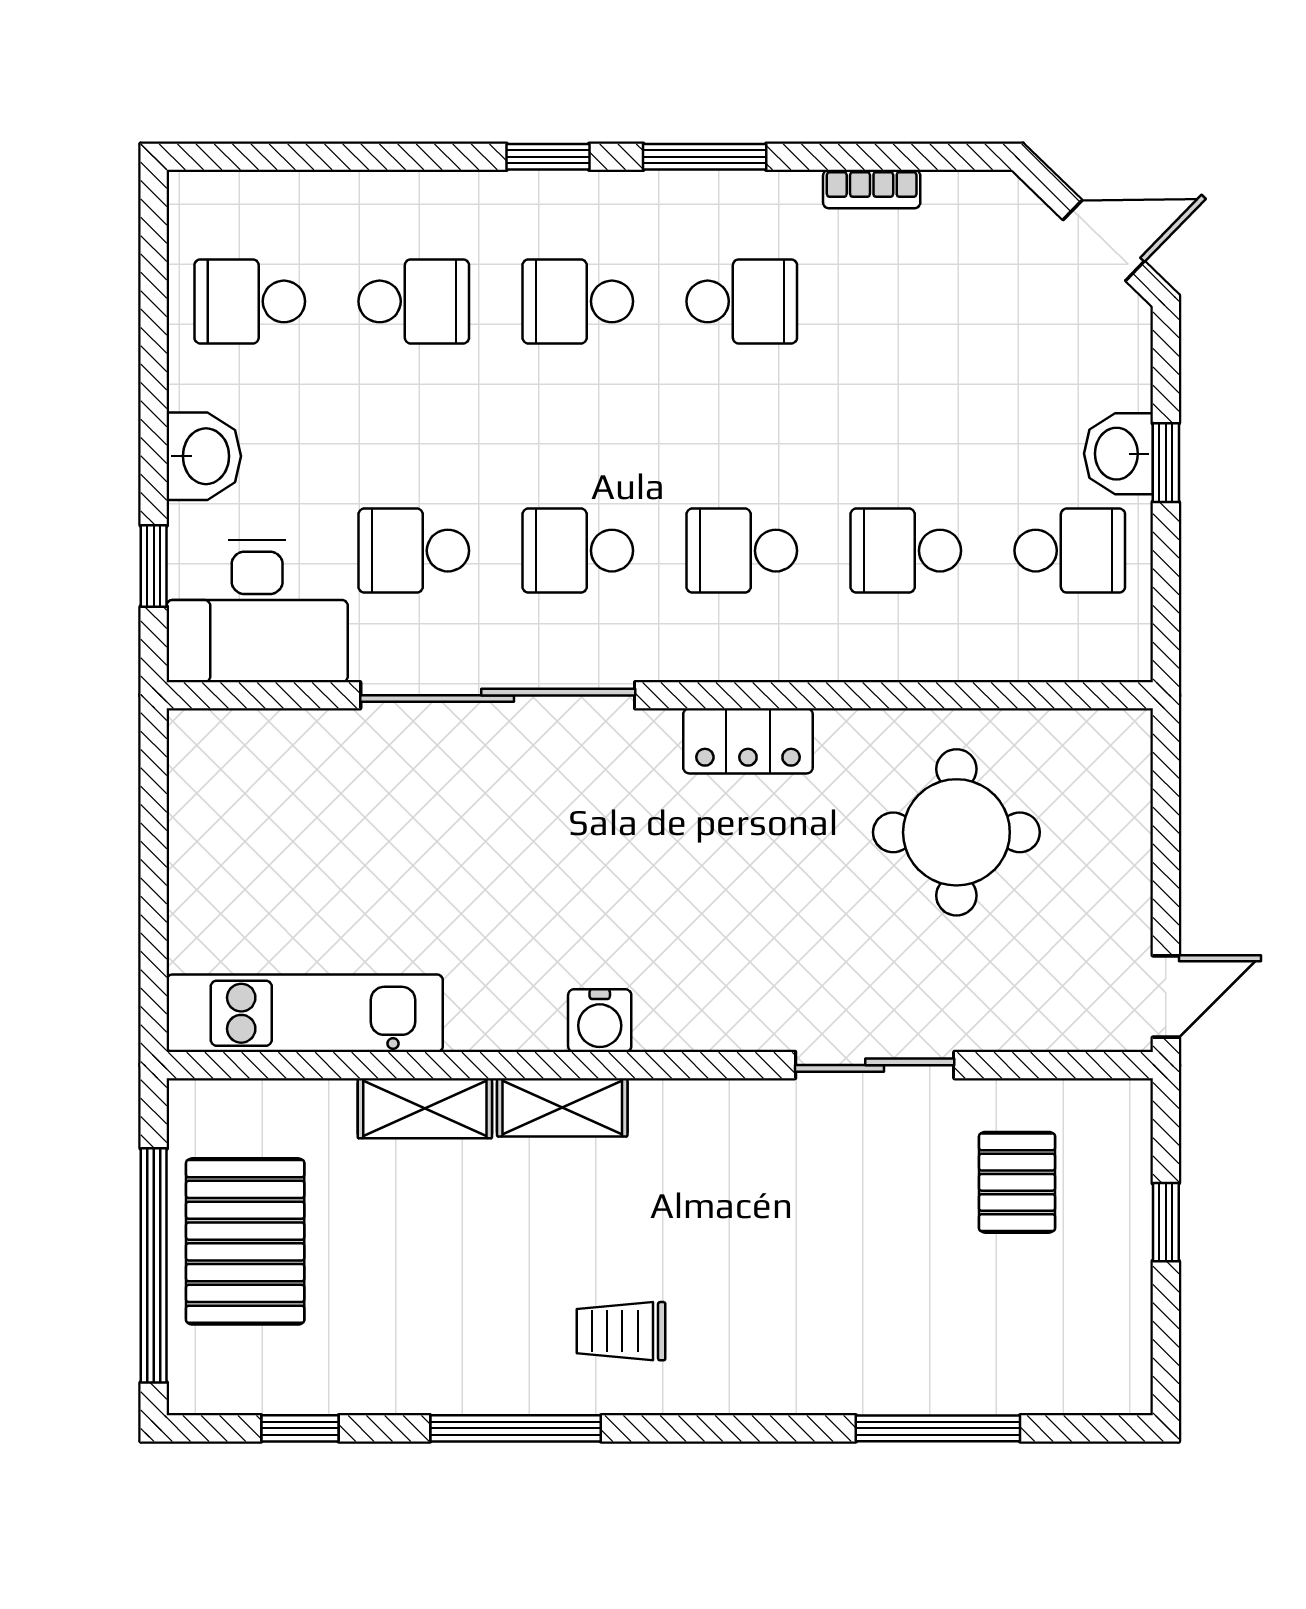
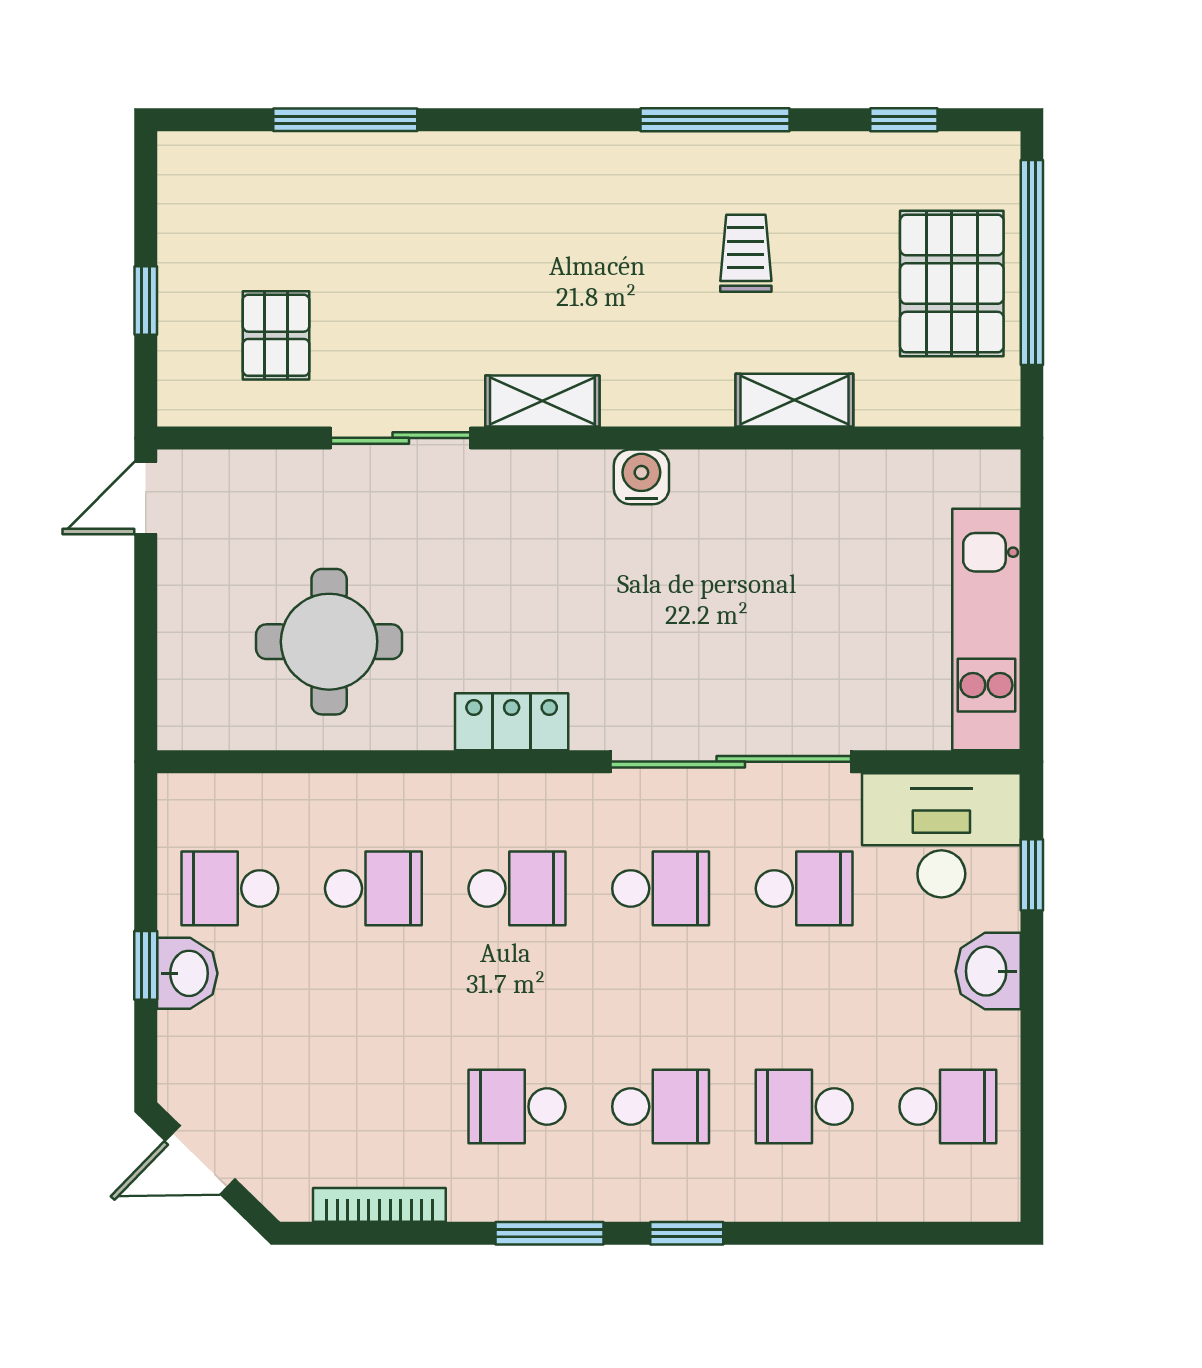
bookcase: (872, 189) -> (379, 1205), width x1.56
kitchen unit: (305, 1013) -> (986, 630), moved, turned 90
shelving: (562, 1107) -> (542, 401), moved
trolley: (621, 1331) -> (746, 253), moved, turned -90

